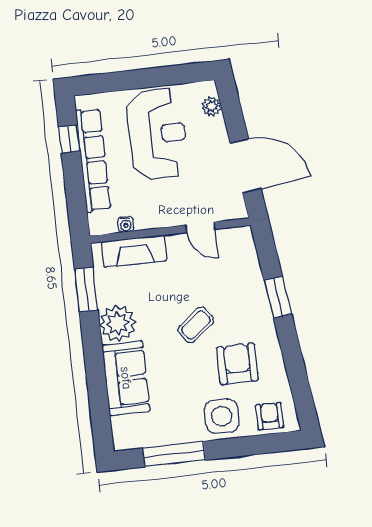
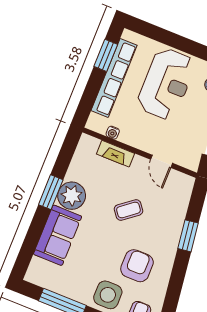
window: (69, 139) -> (106, 55), width x1.50
fireplace: (134, 251) -> (115, 154), width x0.73, depth x0.76
window: (86, 290) -> (51, 192), moved
coffee table: (196, 325) -> (128, 210), moved

